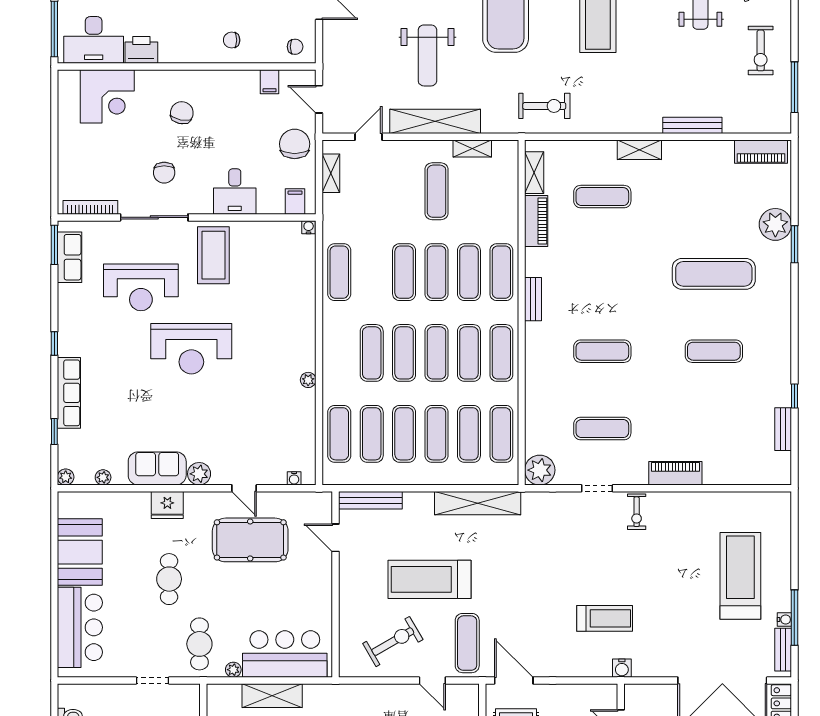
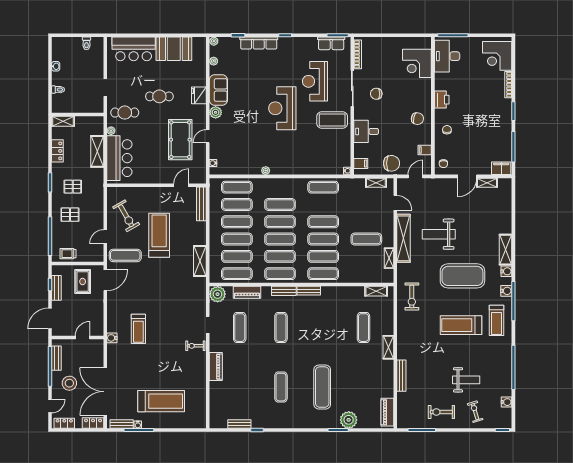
printer: (141, 50) -> (442, 100), moved
chair: (182, 113) -> (417, 119), moved
piano: (536, 221) -> (247, 292), moved
bench: (534, 346) -> (284, 291), added
shelving: (478, 503) -> (200, 261), width x0.68

